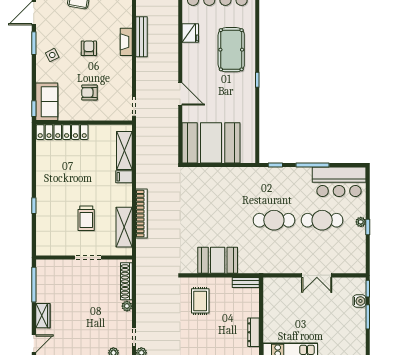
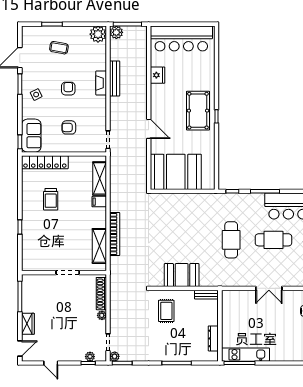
pool table: (231, 50) -> (198, 111), moved
trolley: (86, 218) -> (51, 199), moved
cafe table: (274, 220) -> (231, 240), turned 90

